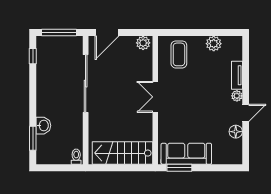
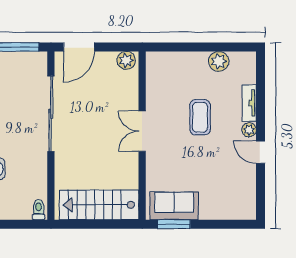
coffee table: (179, 54) -> (200, 117), moved
door: (246, 113) -> (261, 152), swing flipped
floor lamp: (236, 132) -> (248, 177), removed
sofa: (186, 154) -> (174, 206), width x0.73

